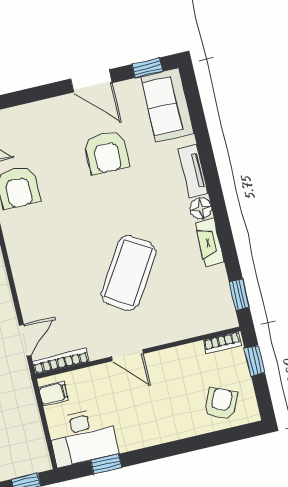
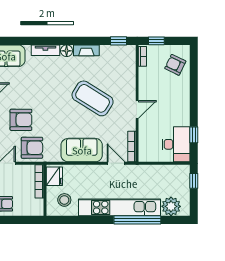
armchair: (106, 152) -> (21, 120), moved
sofa: (34, 275) -> (82, 150), added
filing cabinet: (54, 394) -> (149, 155), removed

